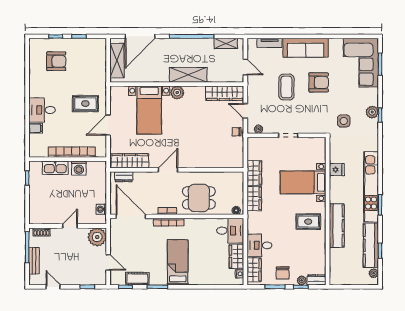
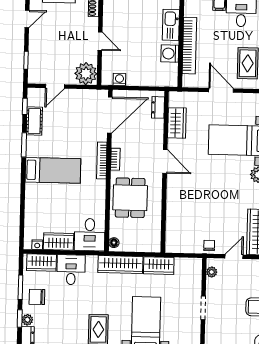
wardrobe: (130, 161) -> (177, 123), width x0.67
wardrobe: (254, 199) -> (120, 265), width x1.50

